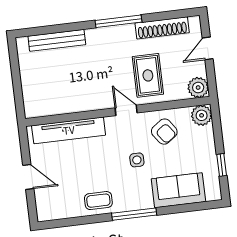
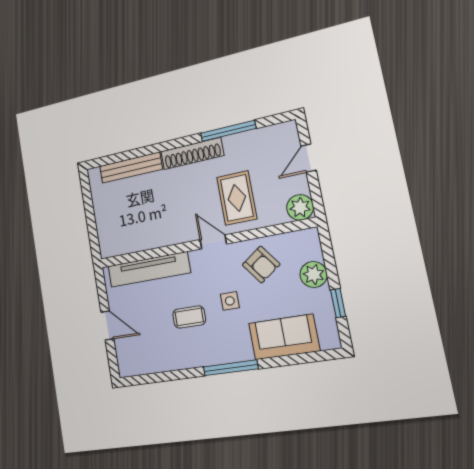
window: (119, 21) -> (228, 131), moved
shoe rack: (162, 28) -> (192, 153), moved
plant: (202, 115) -> (314, 274), moved
coffee table: (98, 201) -> (189, 317), moved

